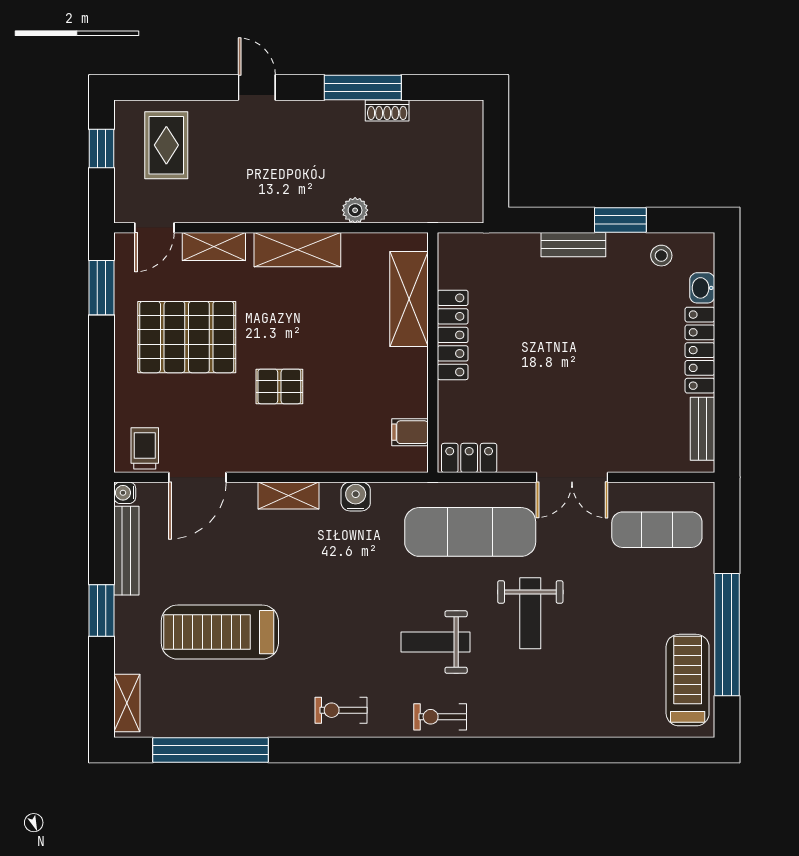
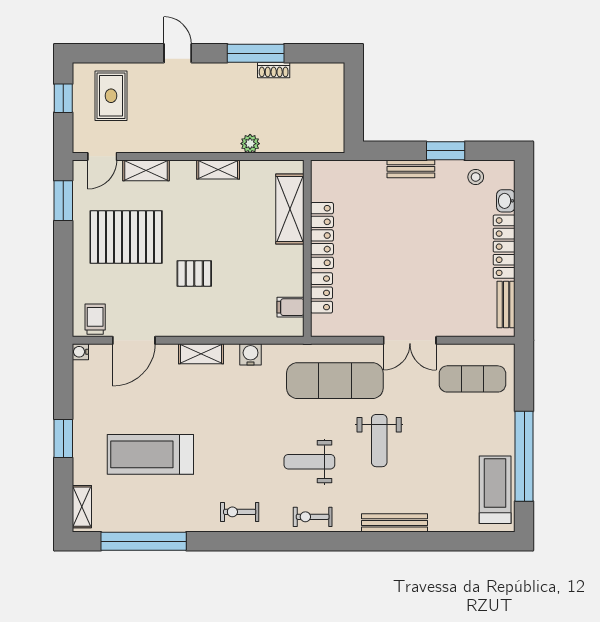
shelving: (297, 250) -> (218, 169), width x0.67, depth x0.75
locker: (469, 458) -> (322, 293), moved, turned 90
bench: (126, 551) -> (395, 523), moved, turned 90

